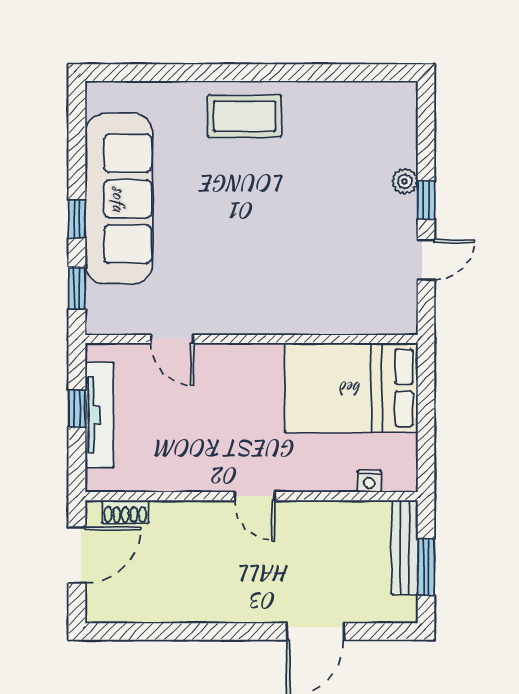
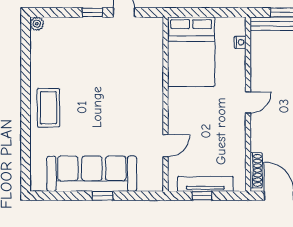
plant: (405, 181) -> (37, 24), moved
window: (77, 288) -> (139, 196), removed
shoe rack: (125, 512) -> (256, 170), width x1.43

